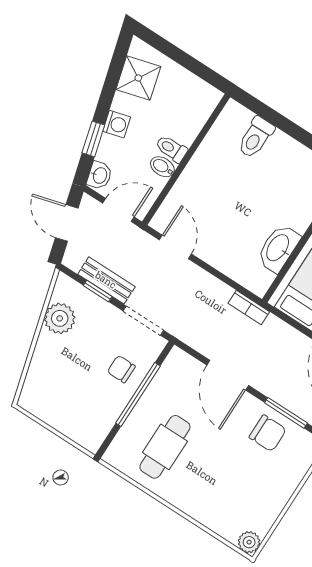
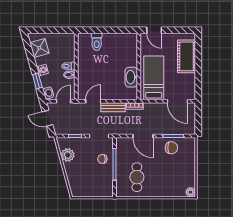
door: (175, 247) -> (93, 101), hinge flipped
bench: (106, 280) -> (113, 107), moved

